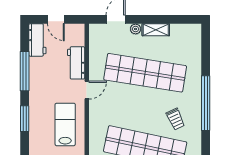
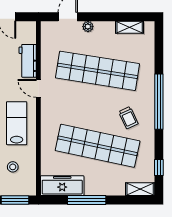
shelving: (156, 30) -> (130, 27), moved
door: (87, 90) -> (38, 88), swing flipped

